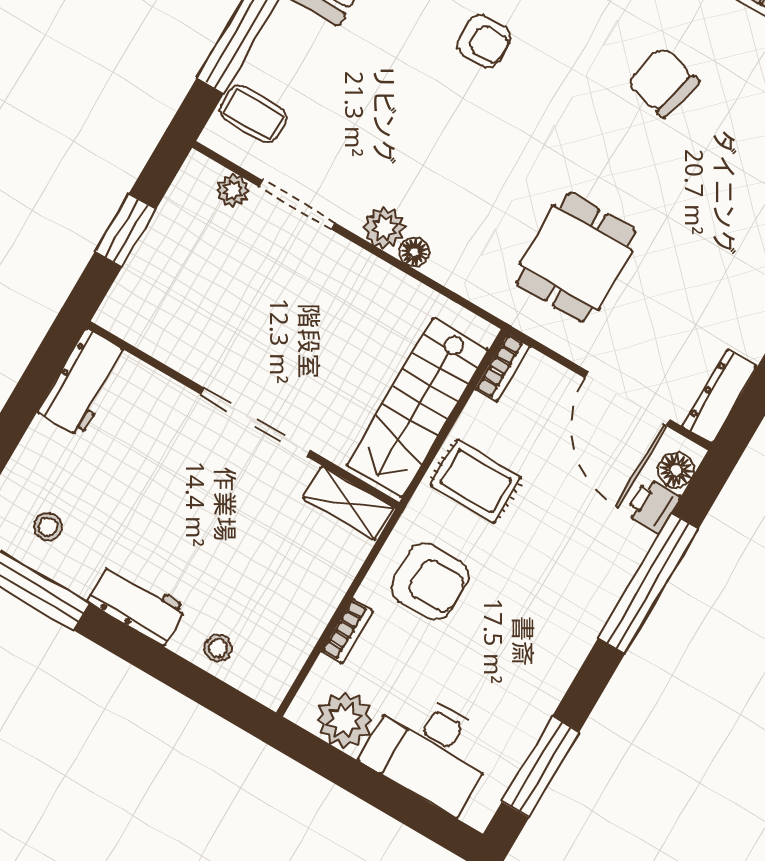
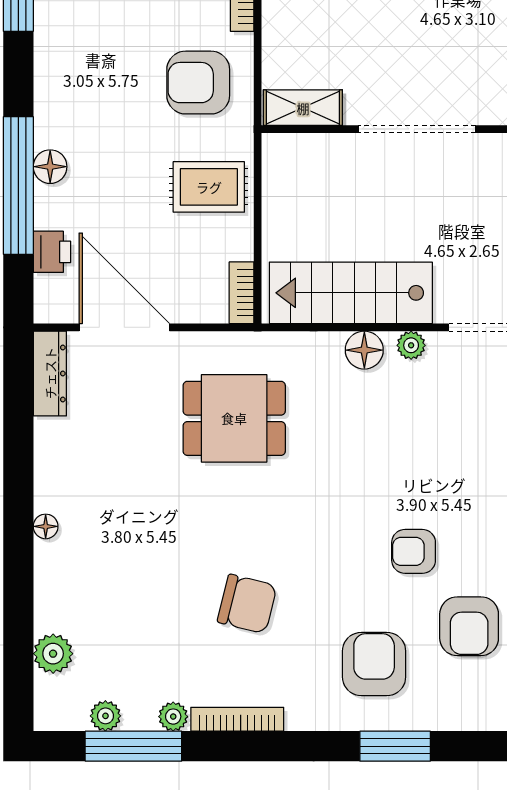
plant: (384, 228) -> (411, 345), width x0.73, depth x0.73
floor lamp: (414, 252) -> (364, 350), width x1.37, depth x1.37
dining table: (576, 258) -> (234, 418), turned 90
stairs: (417, 407) -> (351, 293), moved, turned -90
floor lamp: (676, 470) -> (50, 167), moved

